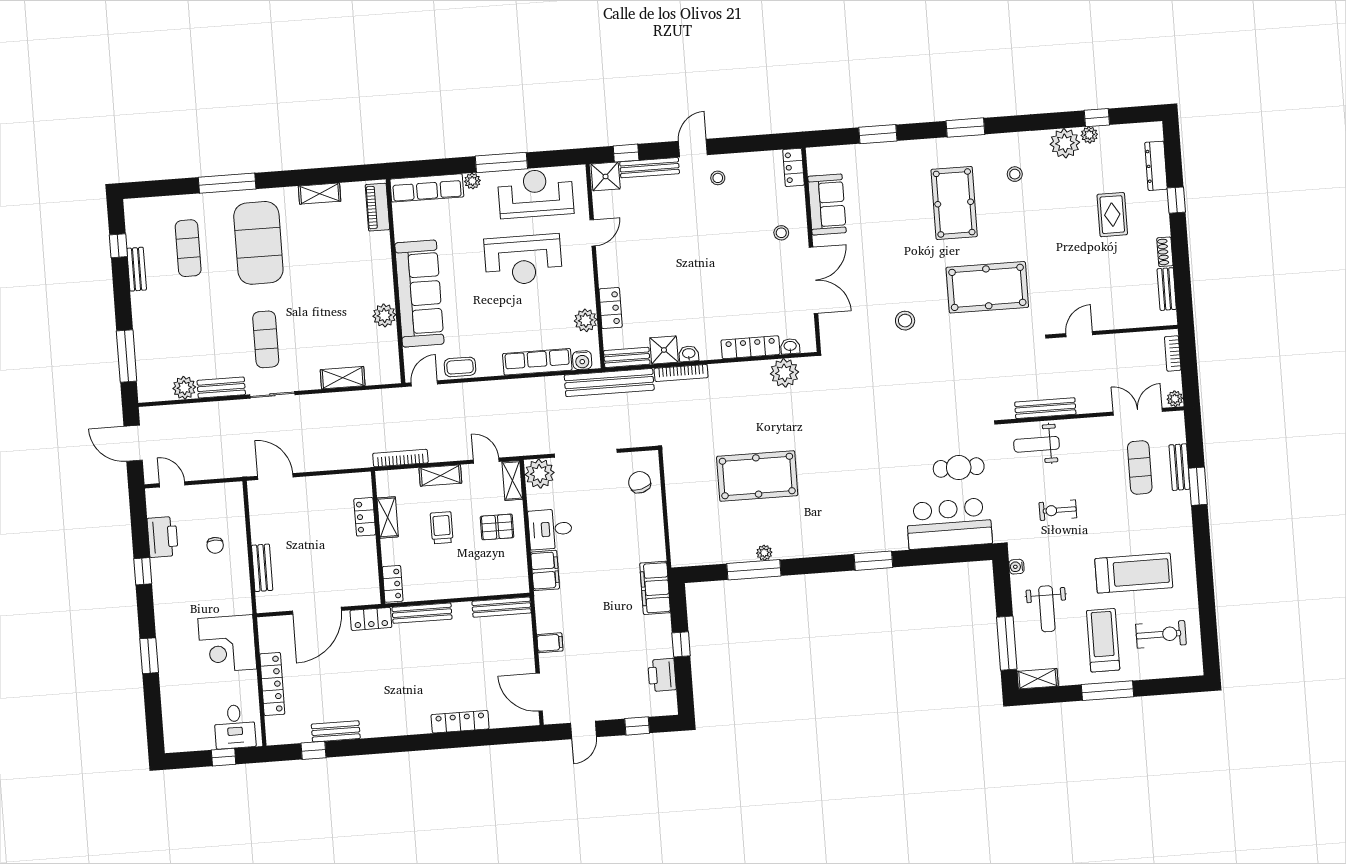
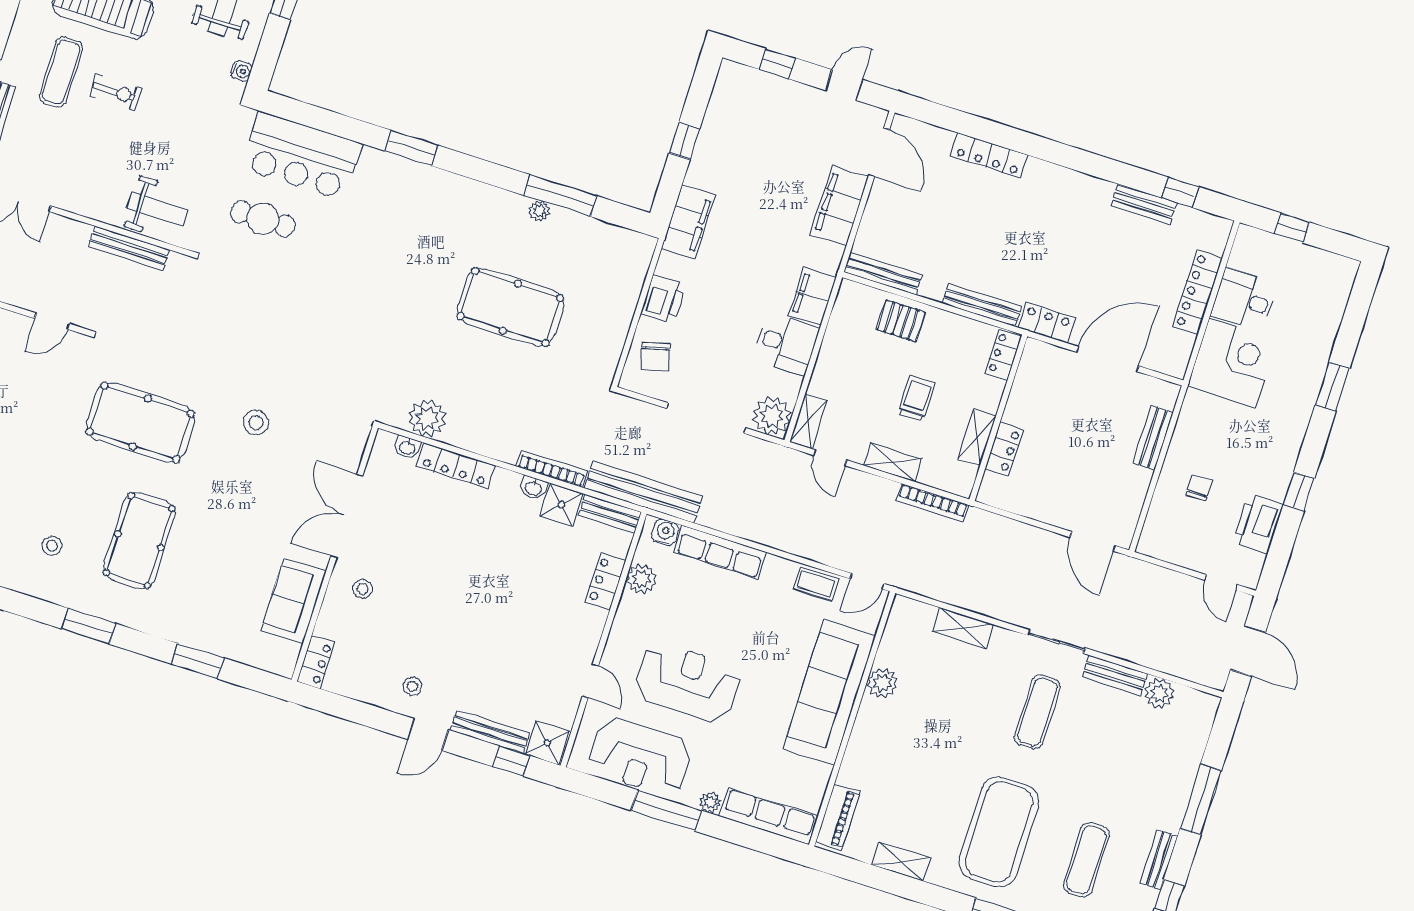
door: (593, 233) -> (590, 681), swing flipped
window: (127, 356) -> (1201, 800), moved
exercise mat: (1140, 467) -> (61, 72), moved
exercise bike: (1058, 510) -> (116, 92), moved
pallet: (497, 527) -> (901, 321), moved
trolley: (442, 528) -> (917, 399), turned 180
filing cabinet: (550, 643) -> (839, 206), width x3.00, depth x1.17
printer: (662, 675) -> (663, 299), moved
desk: (235, 727) -> (1244, 300), moved, turned -90

